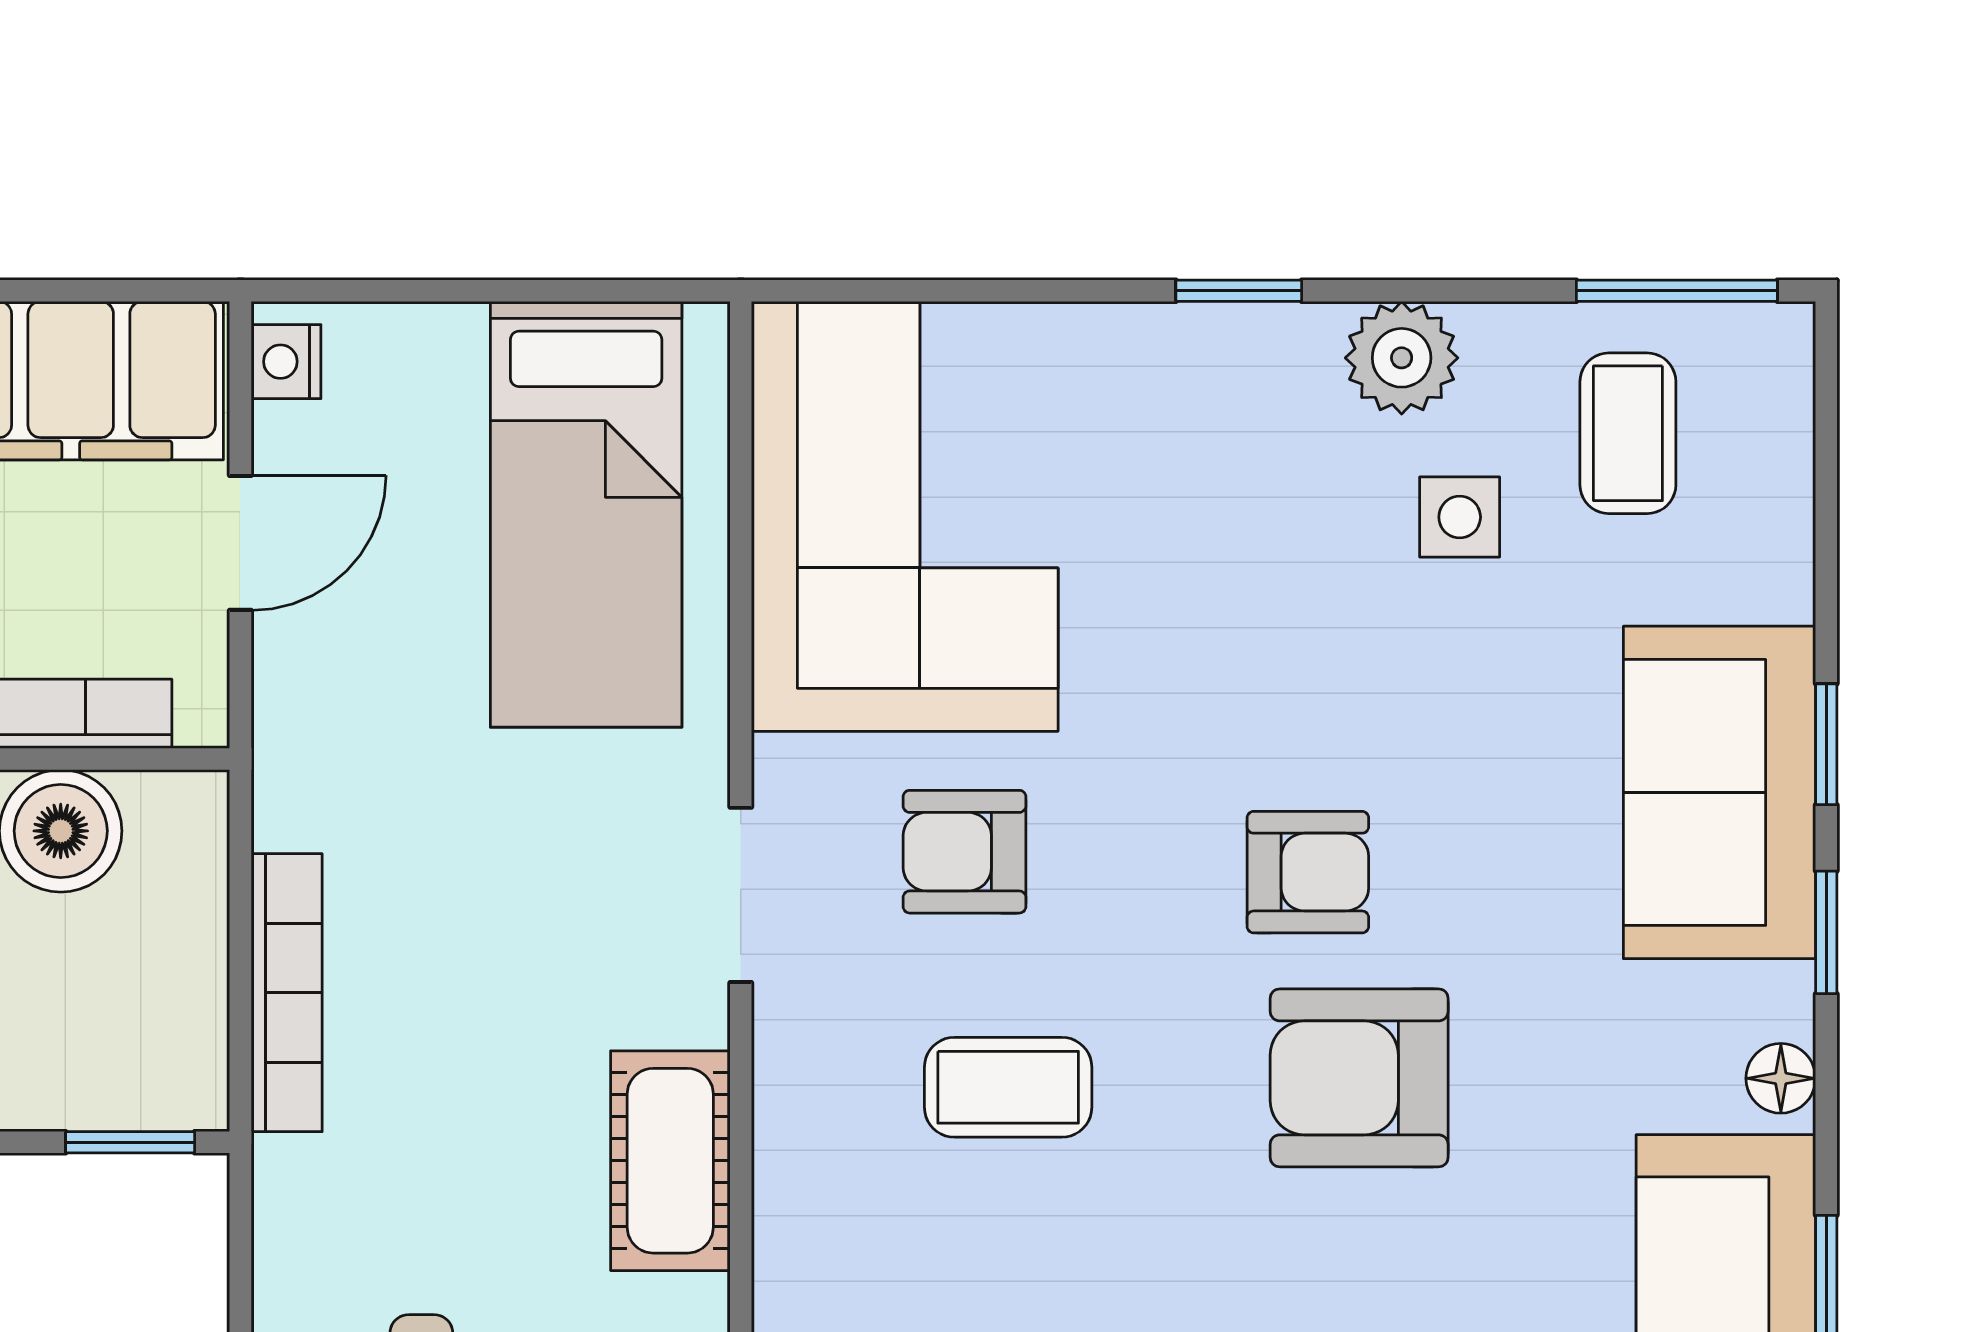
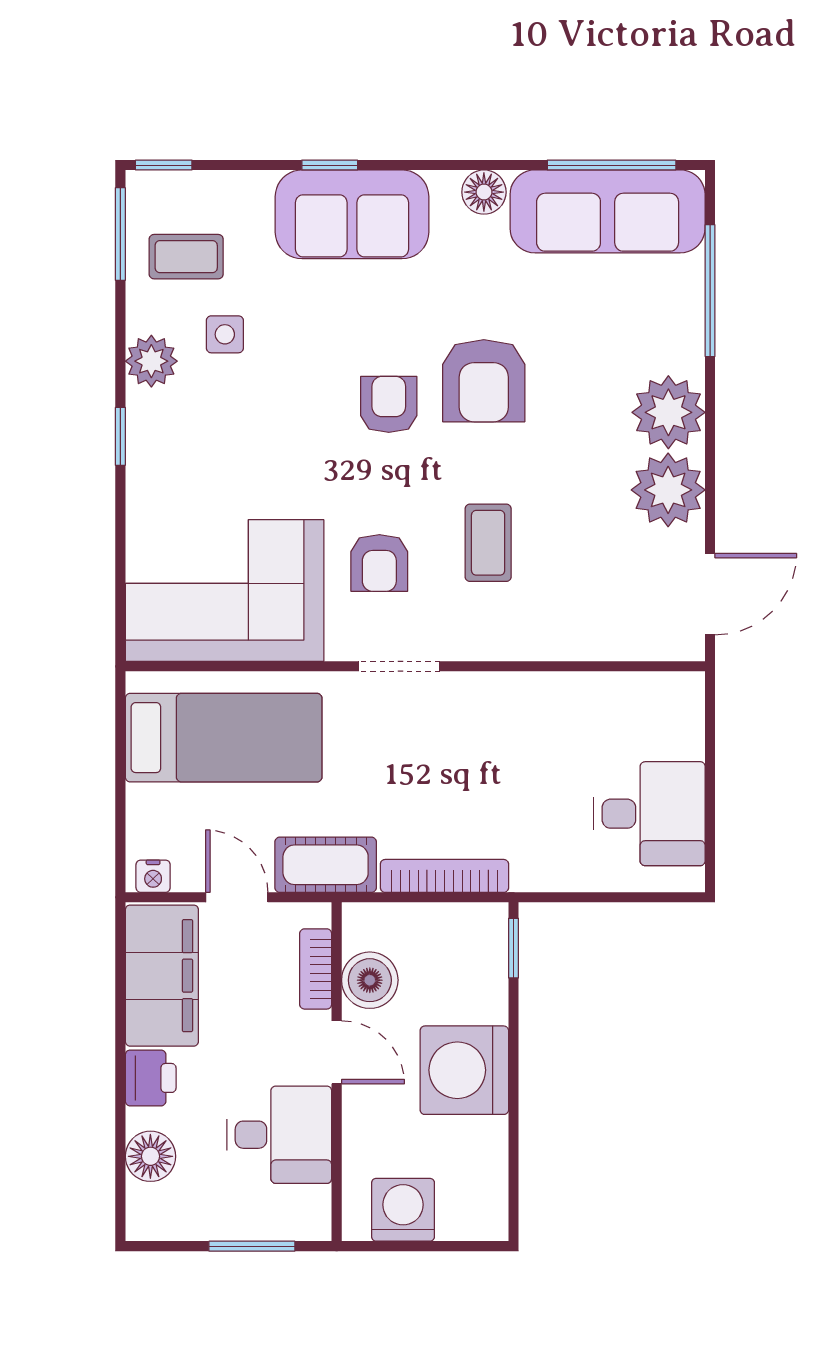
window: (1826, 932) -> (164, 165), moved
floor lamp: (1781, 1078) -> (484, 192), width x1.37, depth x1.37
cot: (670, 1161) -> (326, 865), moved

